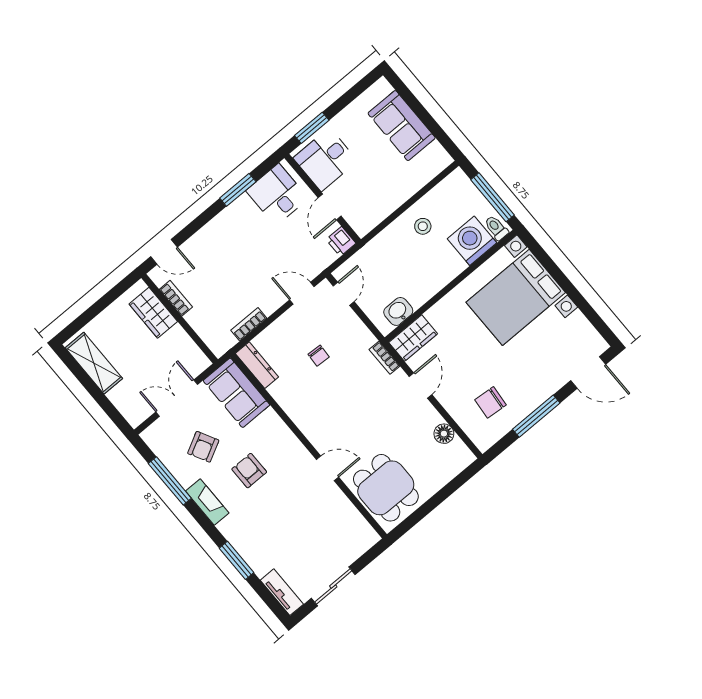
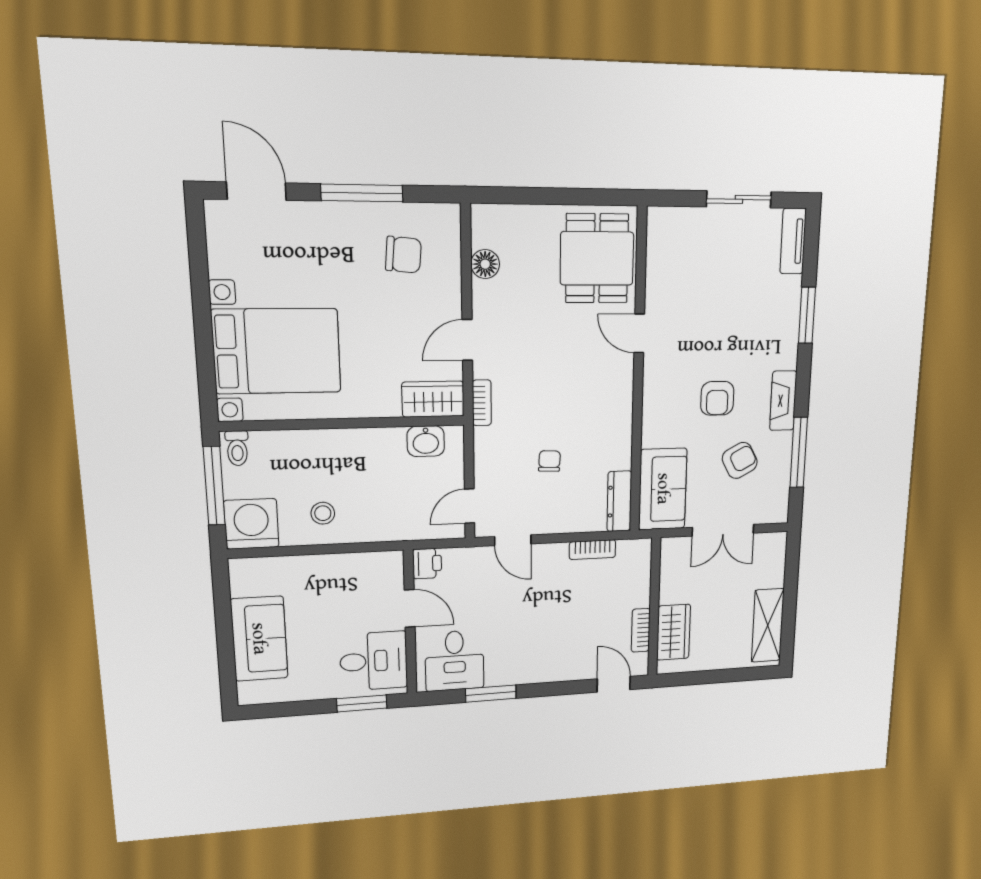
door: (330, 207) -> (410, 608), hinge flipped
washing machine: (472, 241) -> (251, 524), moved, turned 180

